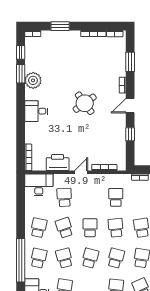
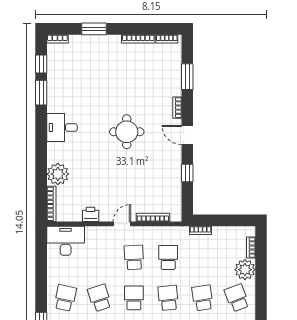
plant: (33, 80) -> (58, 174), moved
round table: (85, 103) -> (127, 132), turned 36
door: (130, 106) -> (187, 135), hinge flipped
desk: (36, 111) -> (62, 127), moved
printer: (58, 163) -> (91, 214), width x0.53, depth x0.68
school desk: (64, 197) -> (134, 257), moved

